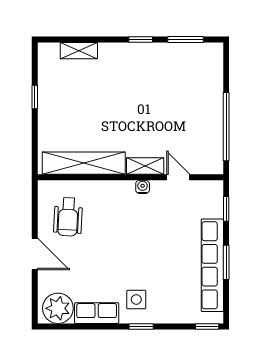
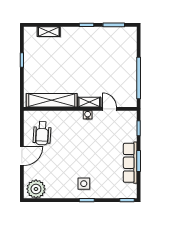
door: (35, 254) -> (22, 156), hinge flipped
row of seats: (212, 265) -> (130, 163), width x0.73
row of seats: (97, 313) -> (60, 192), removed

